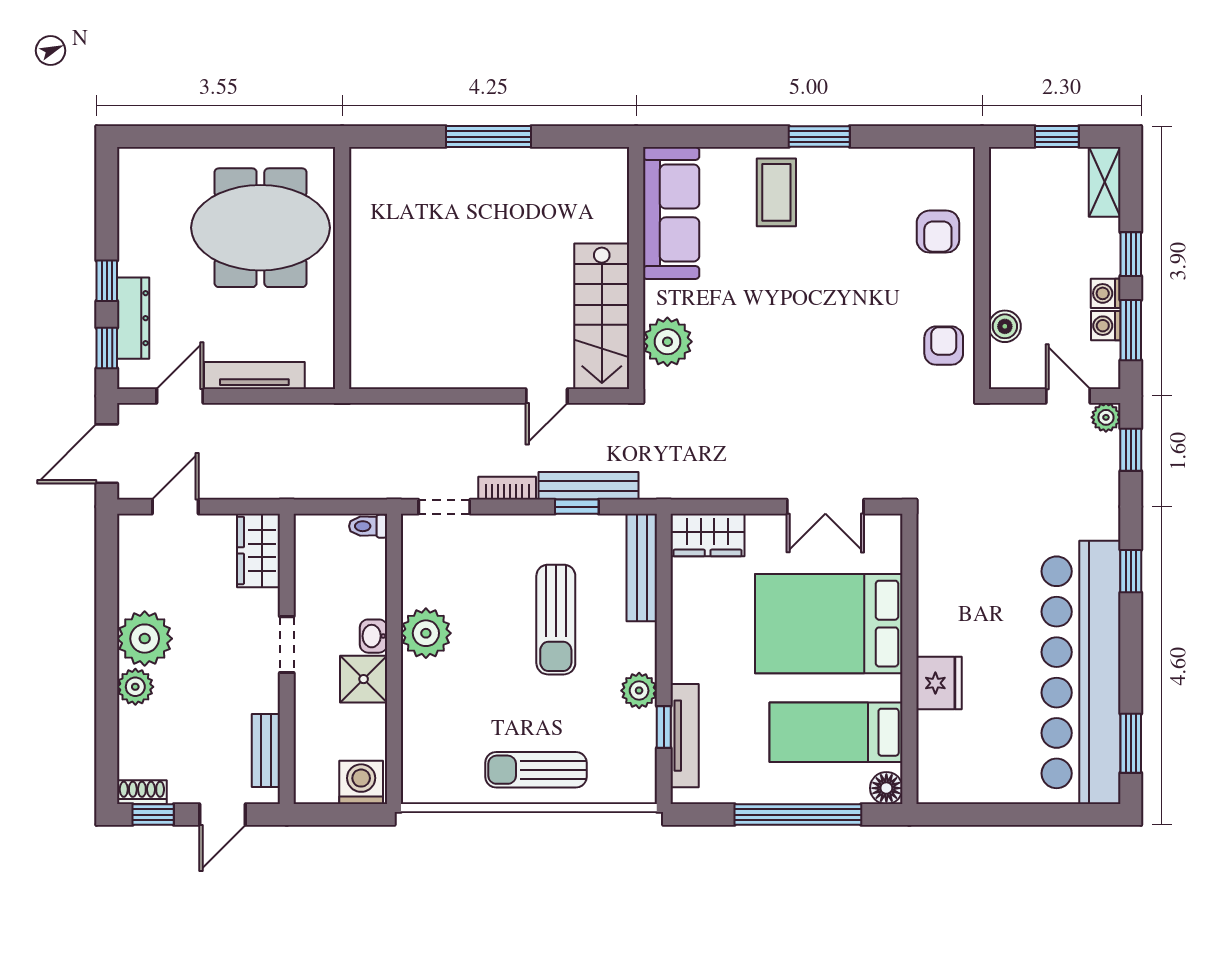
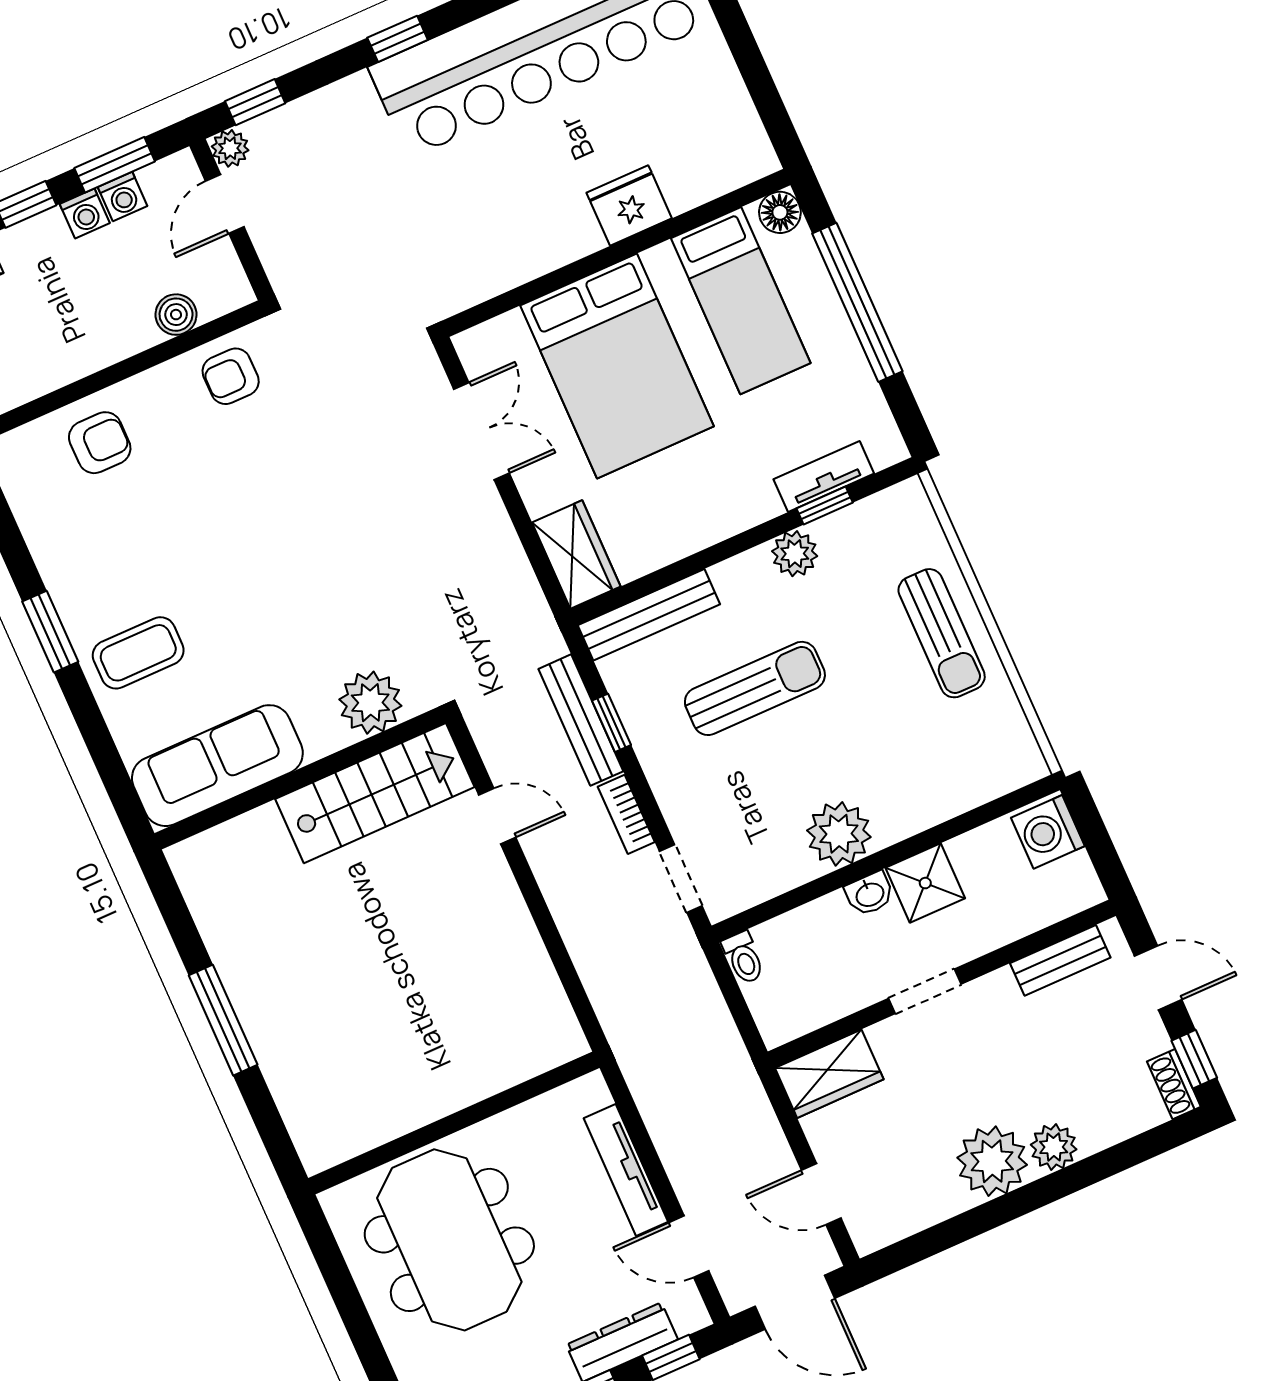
tv unit: (685, 736) -> (824, 476), width x0.71

